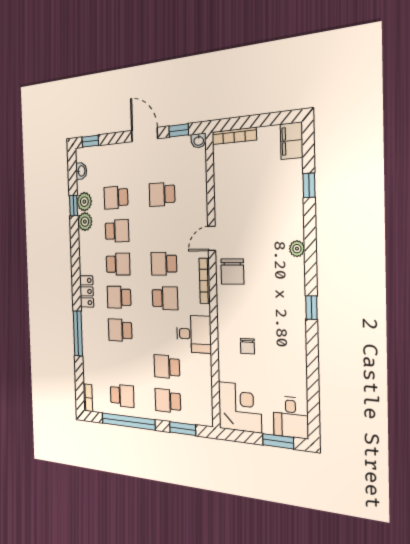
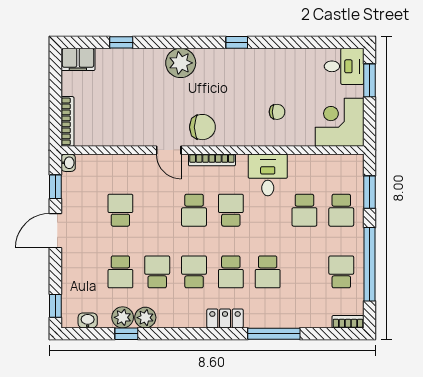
school desk: (162, 194) -> (120, 210), turned 180
plant: (297, 249) -> (181, 63), width x1.87, depth x1.87

